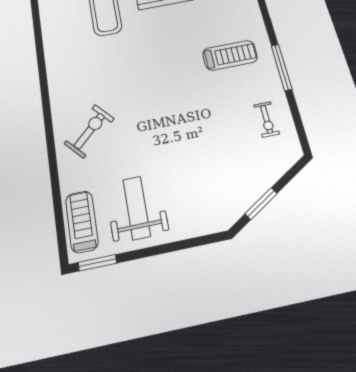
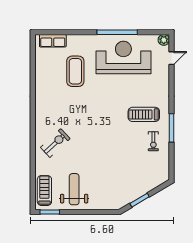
treadmill: (230, 55) -> (144, 114), turned 180
exercise bike: (267, 119) -> (153, 141), moved

